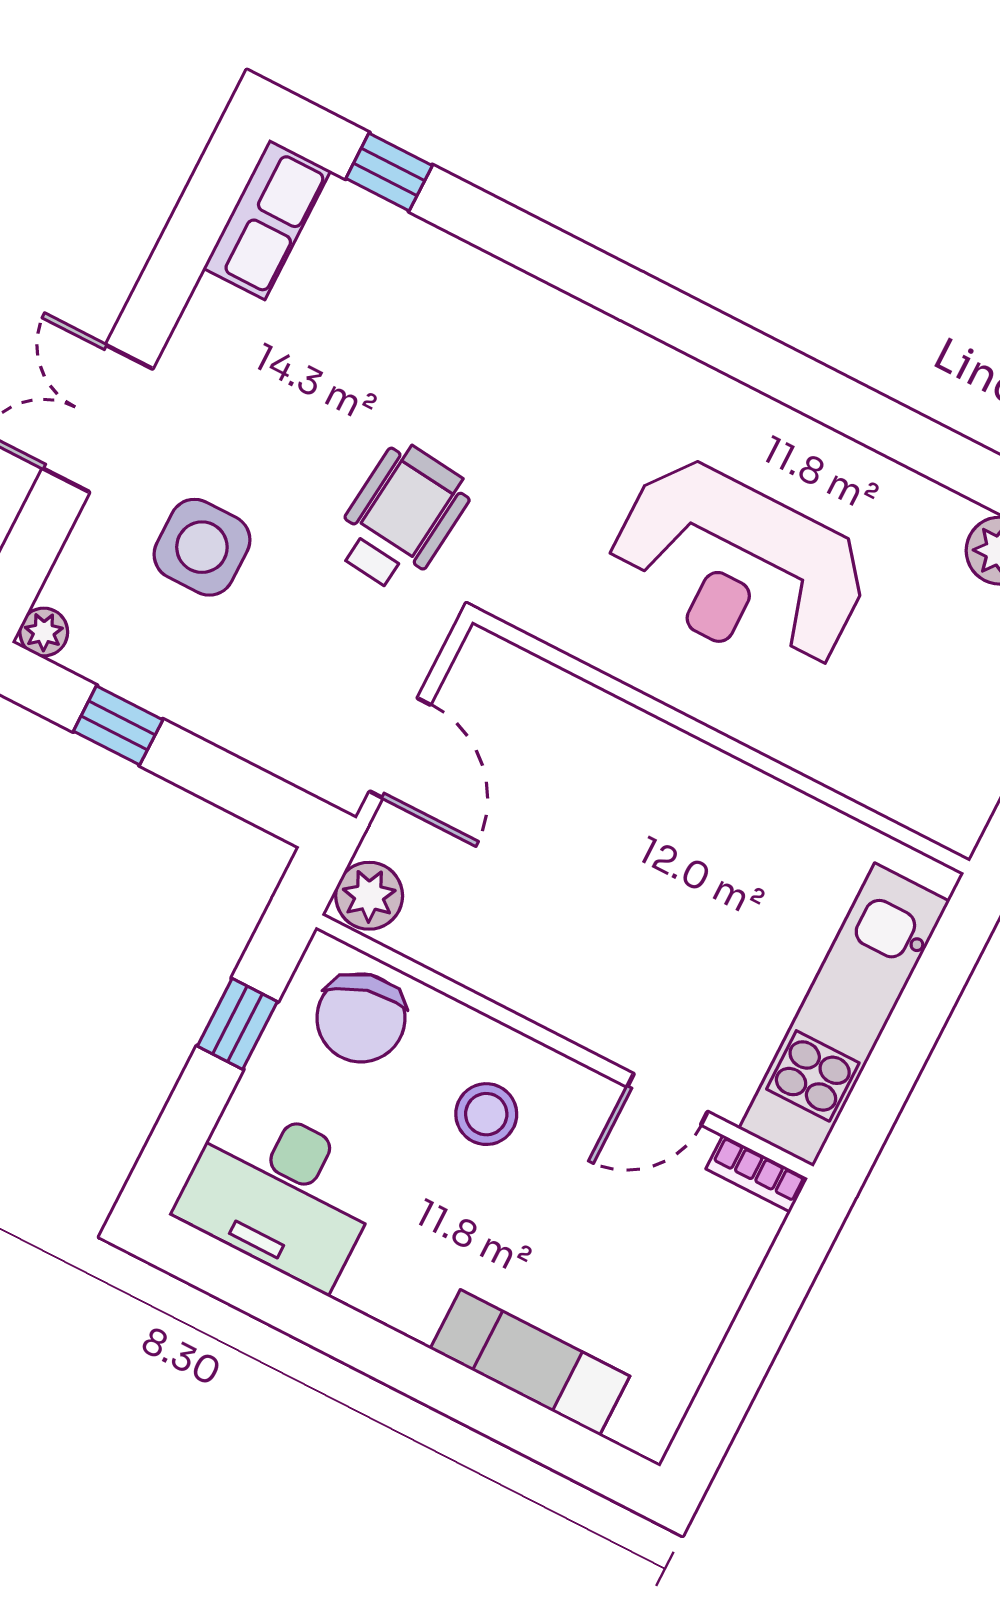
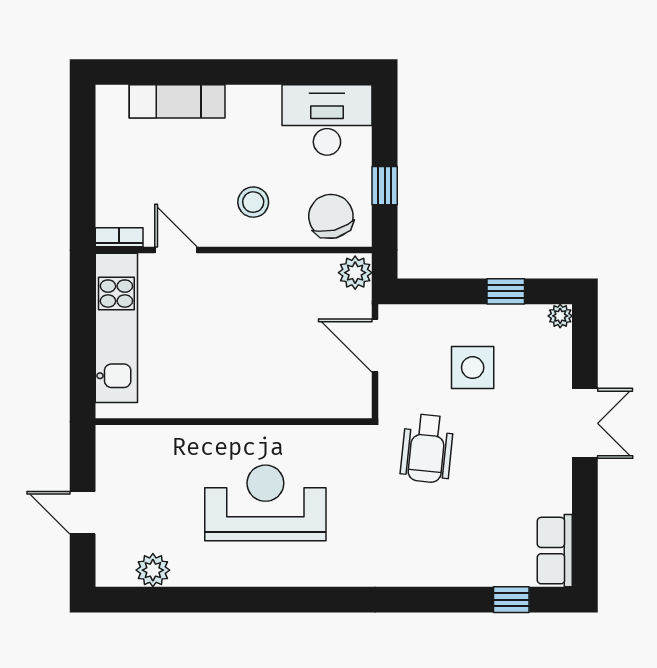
side table: (202, 547) -> (473, 368), moved
door: (667, 1099) -> (176, 250), hinge flipped

